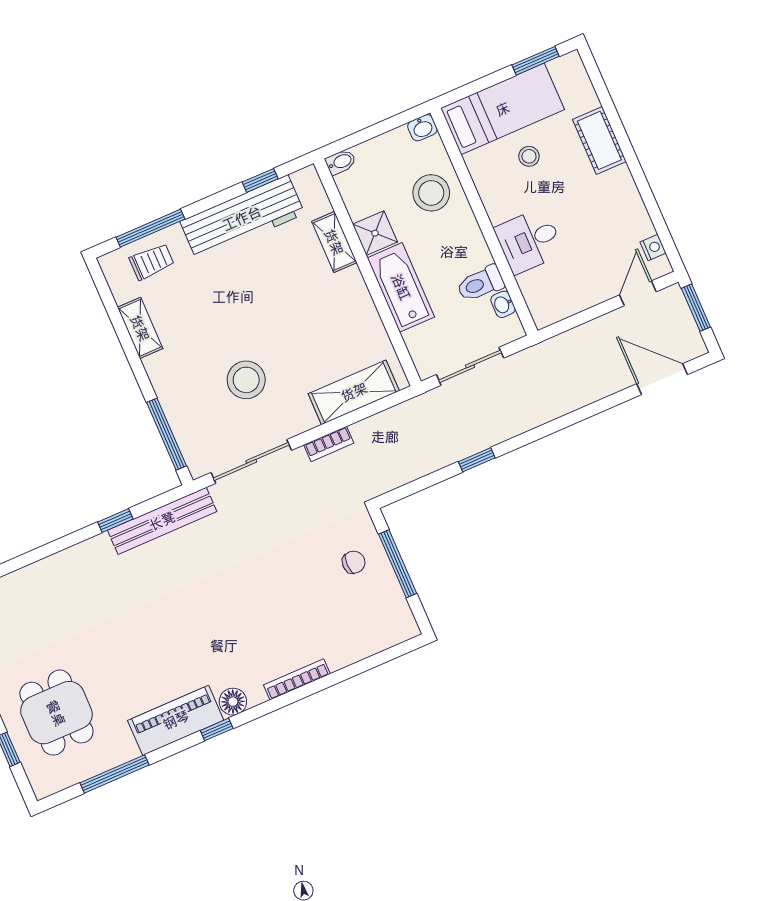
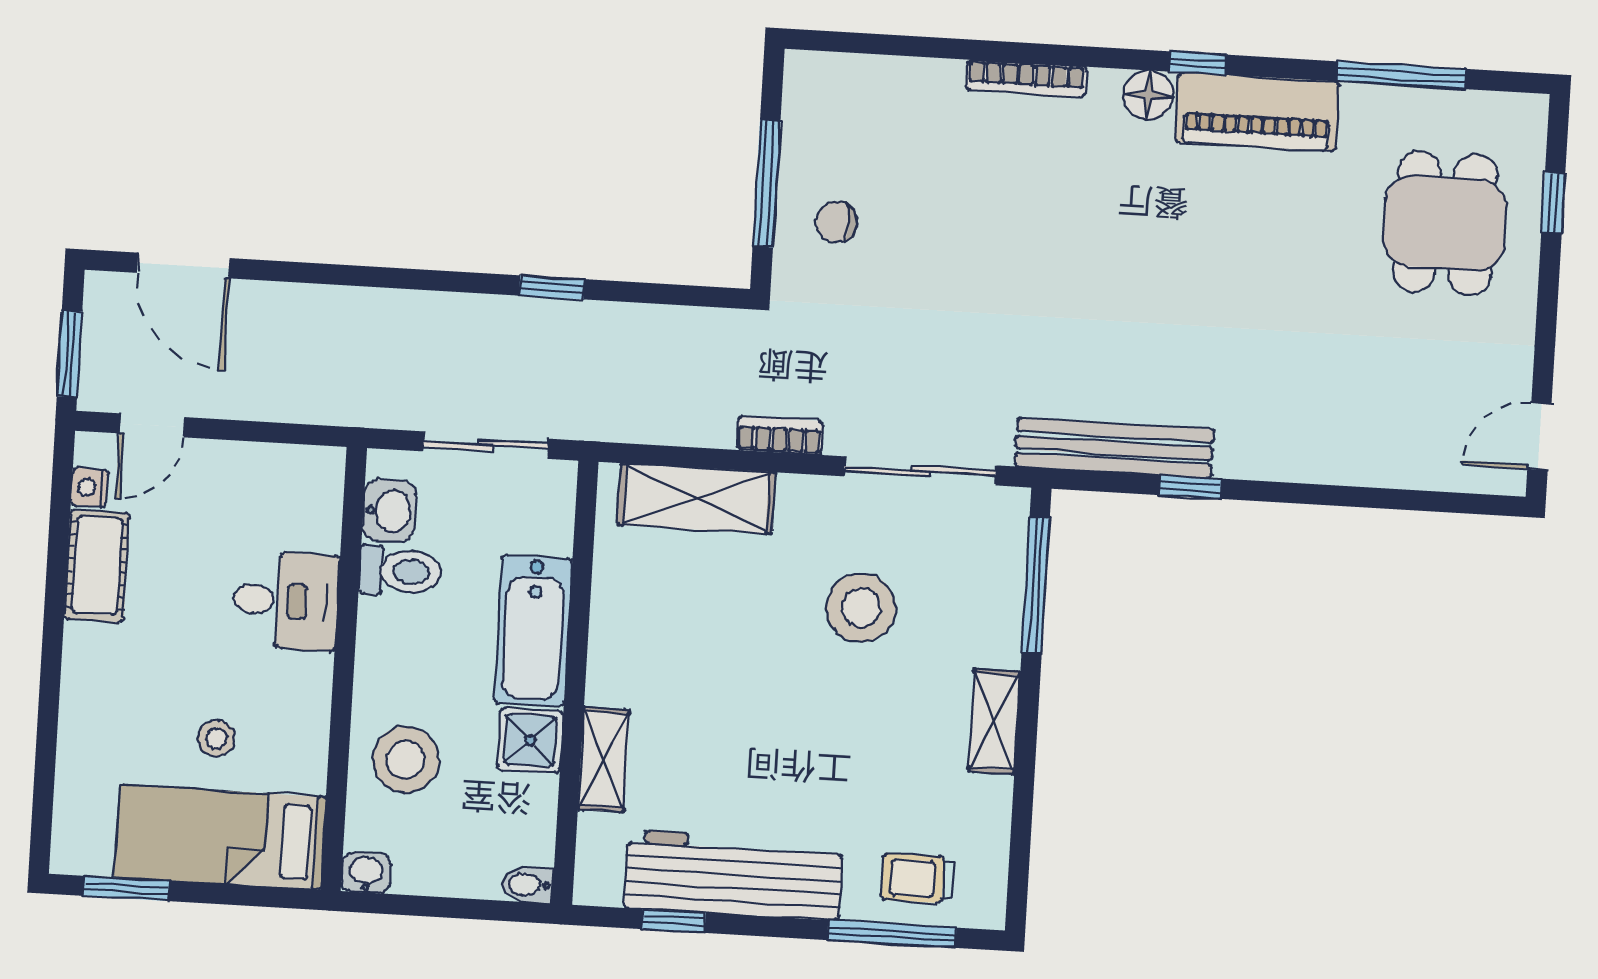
cot: (599, 140) -> (97, 566), moved
washbasin: (503, 304) -> (389, 511), width x1.38, depth x1.45
shelving: (140, 328) -> (994, 721), moved

